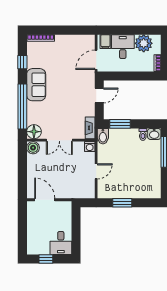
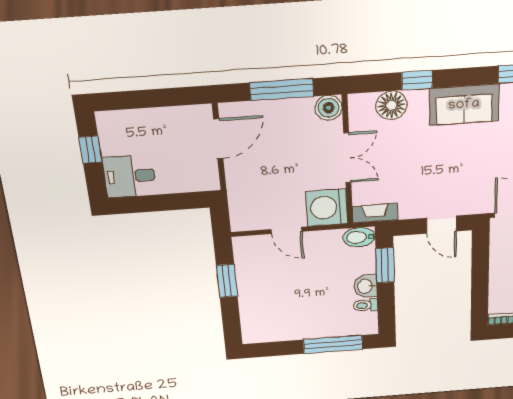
window: (22, 107) -> (417, 80), width x0.32
floor lamp: (34, 132) -> (391, 105), moved
washbasin: (154, 134) -> (366, 286), moved
double door: (59, 140) -> (347, 158), swing flipped
washing machine: (90, 147) -> (327, 208), width x1.89, depth x1.89
window: (22, 169) -> (282, 90), added

